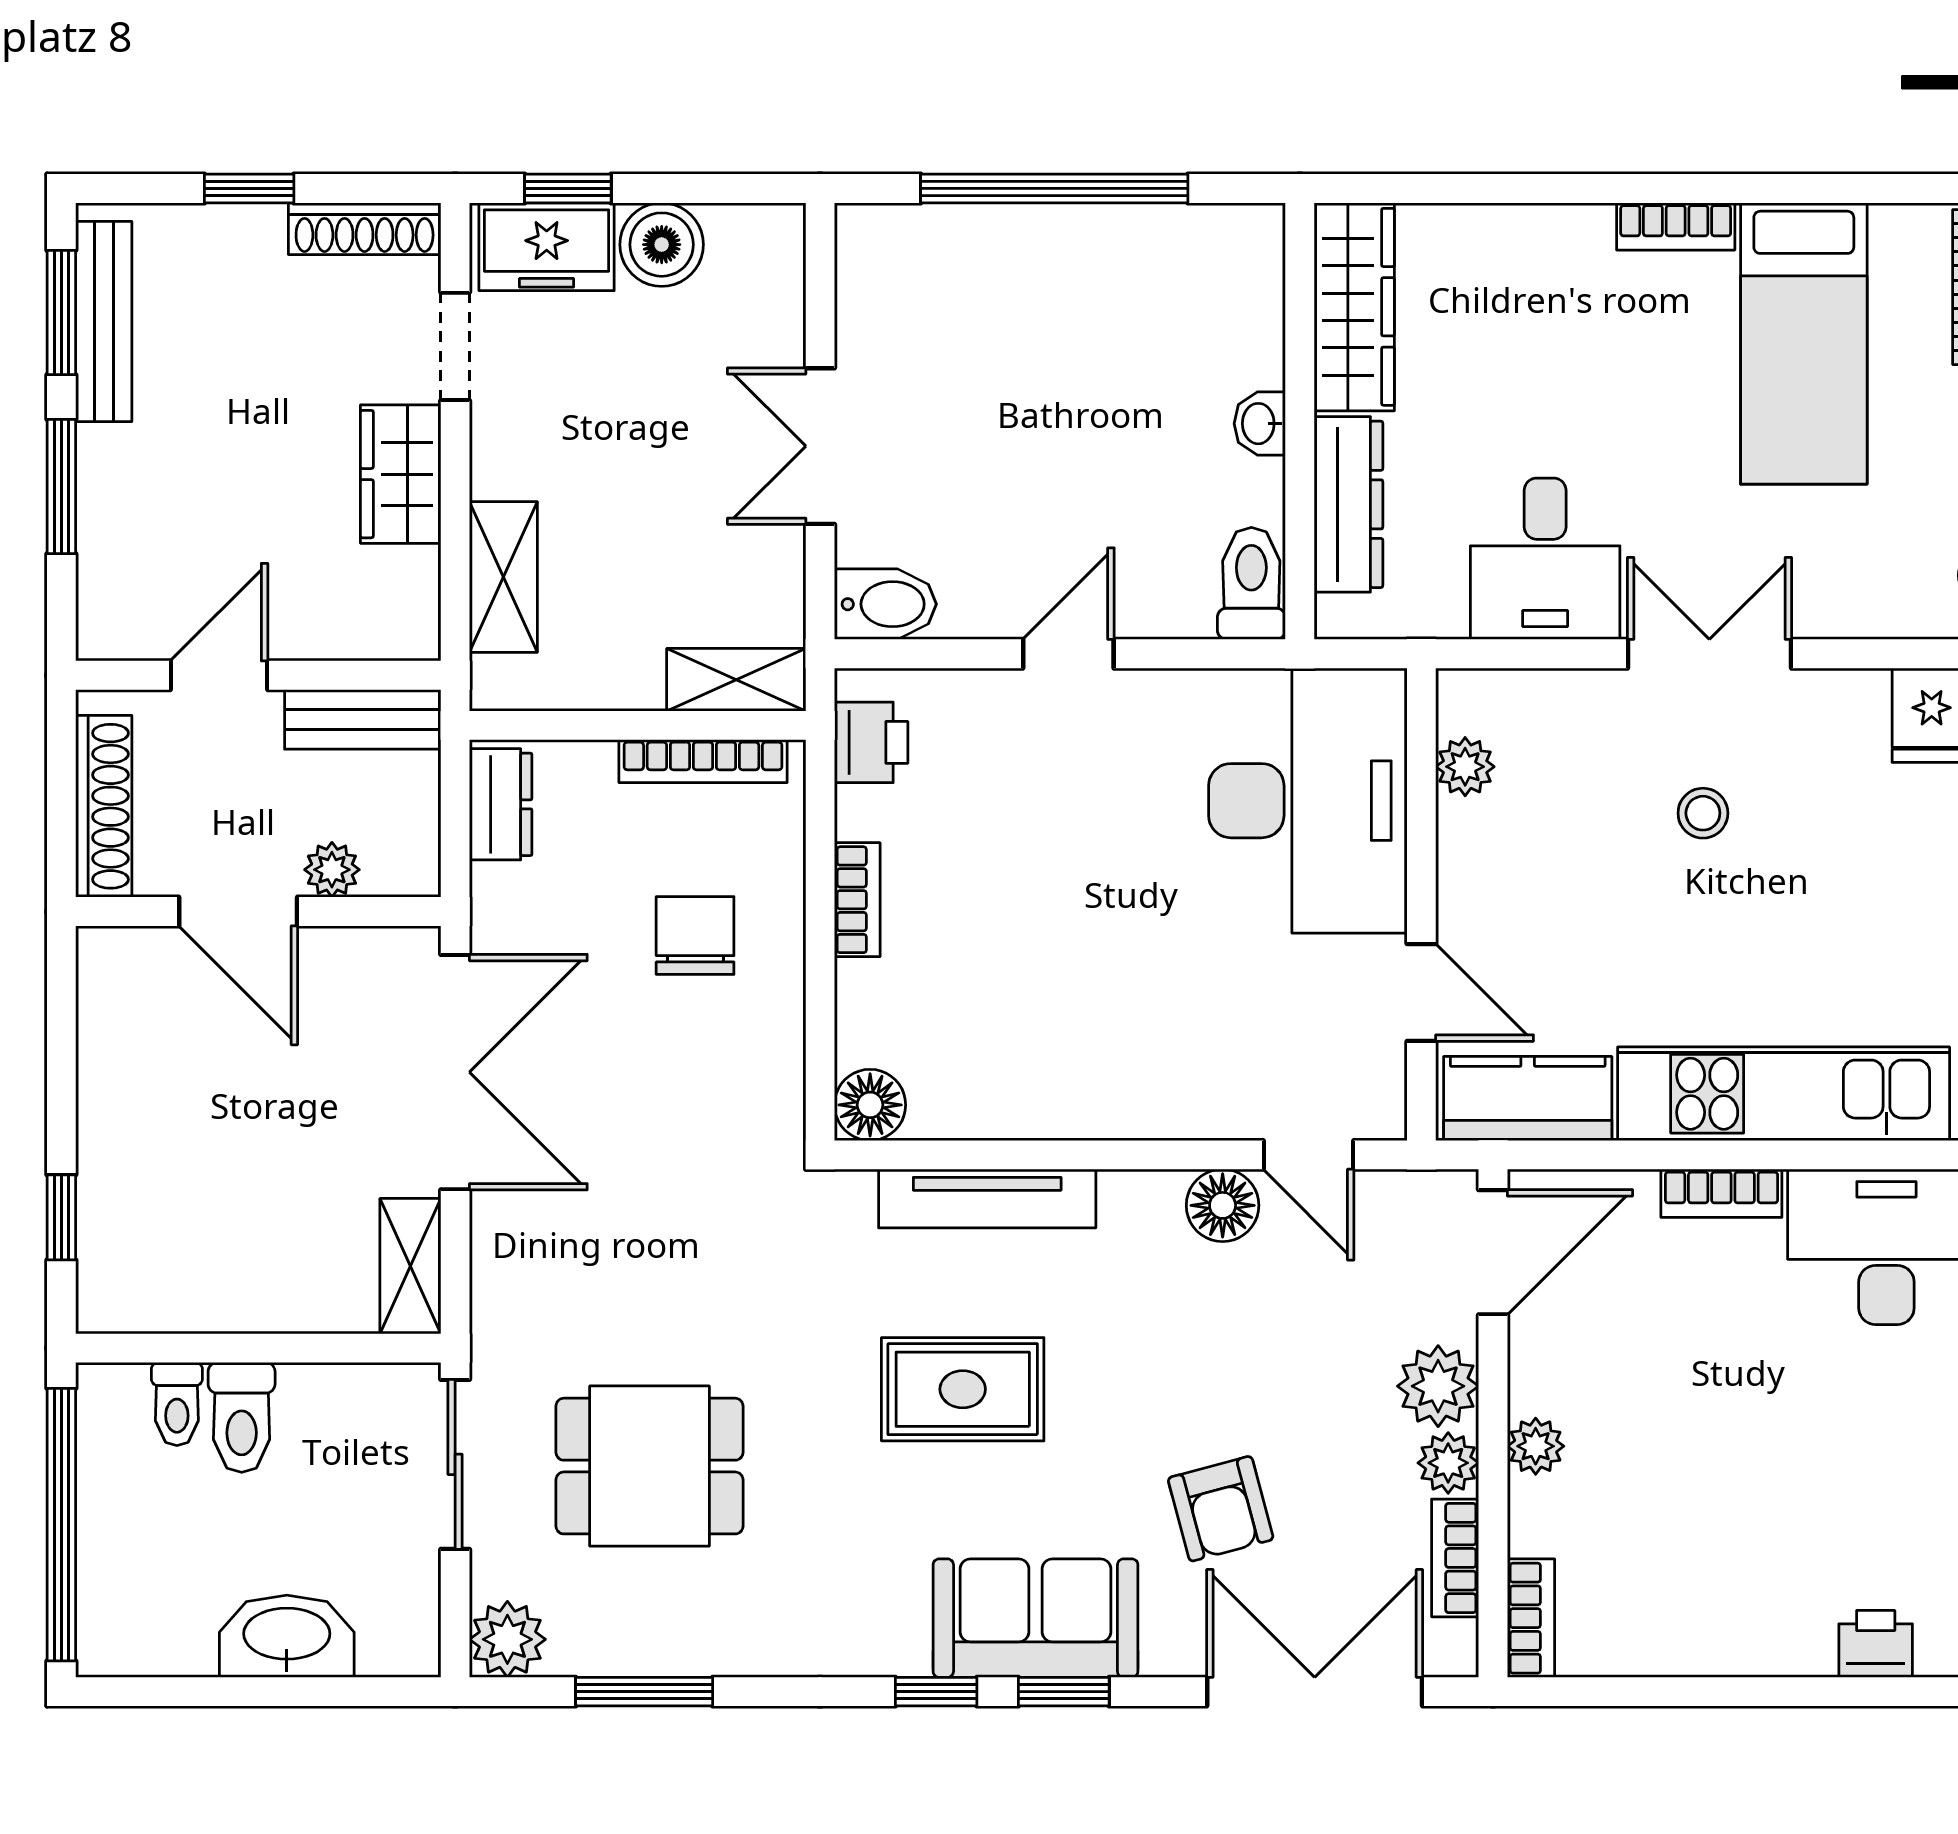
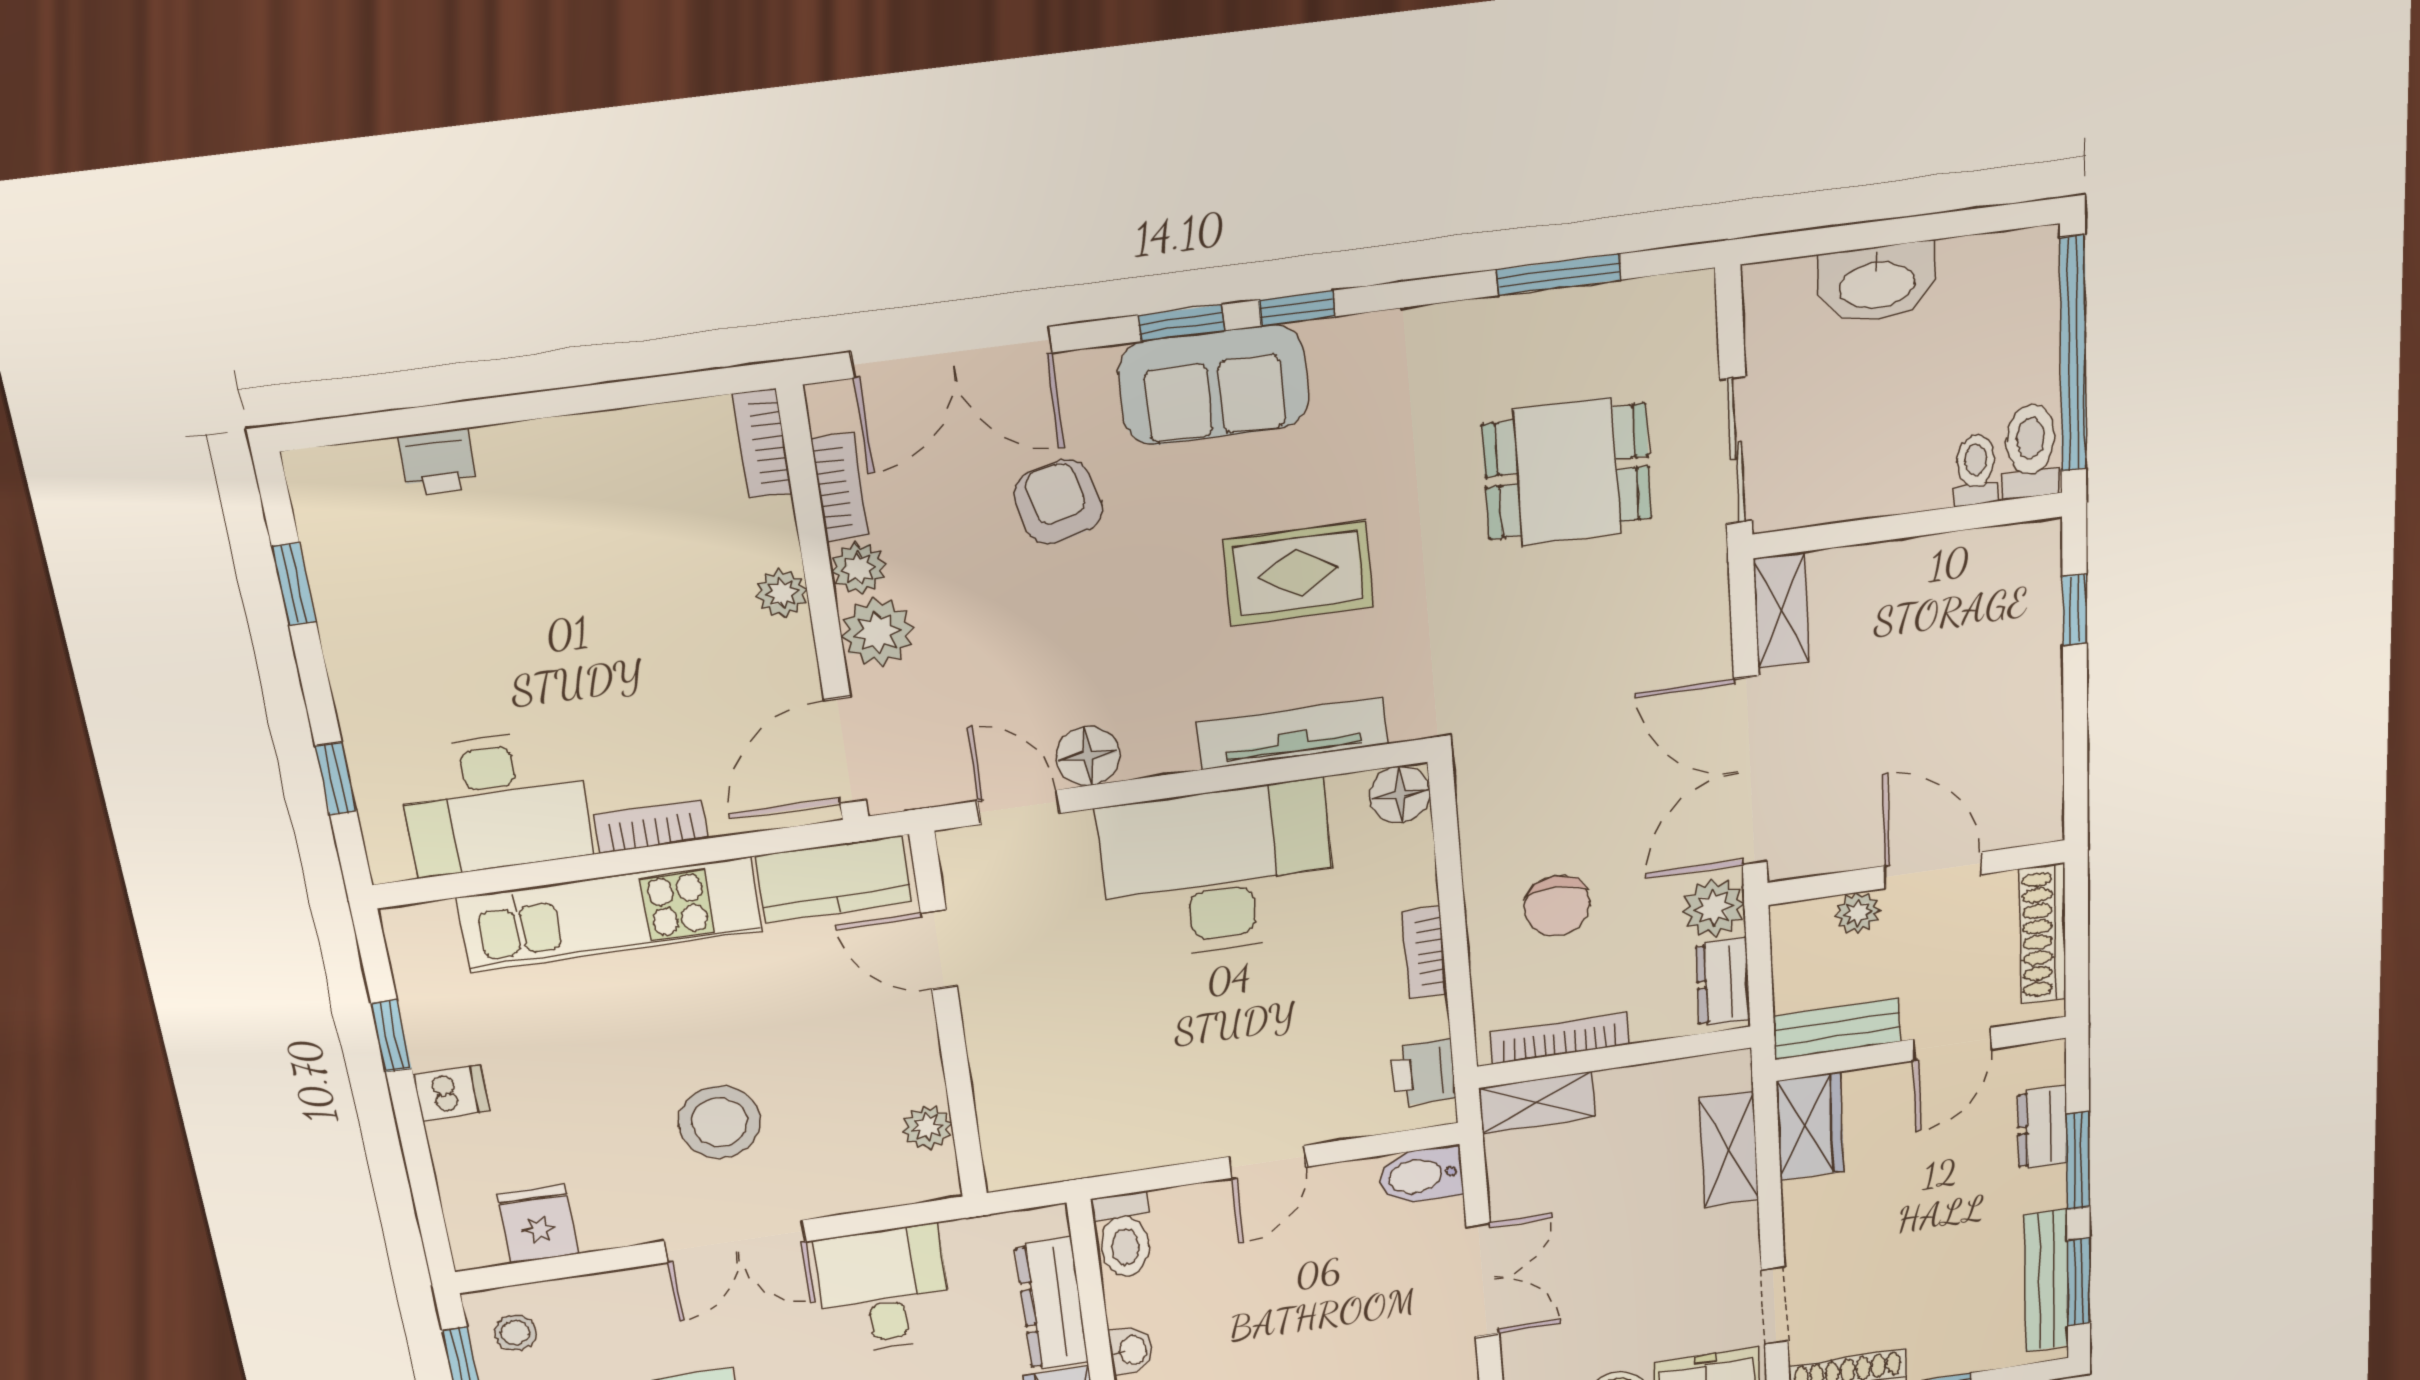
wardrobe: (401, 474) -> (1810, 1126), moved
dresser: (106, 541) -> (2043, 1127), added
desk: (1308, 801) -> (1218, 871), moved, turned 90
stool: (1703, 813) -> (720, 1122), width x1.89, depth x1.89
toilet: (242, 1417) -> (2031, 451), moved
plant: (507, 1639) -> (1713, 908), moved

